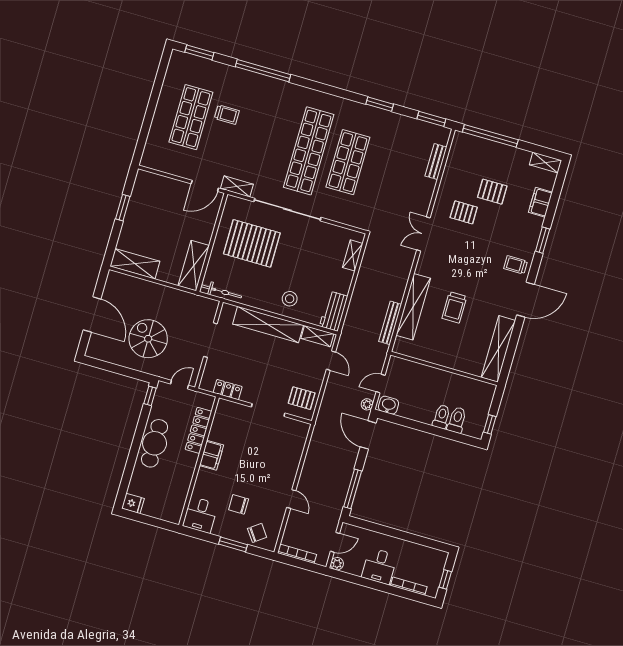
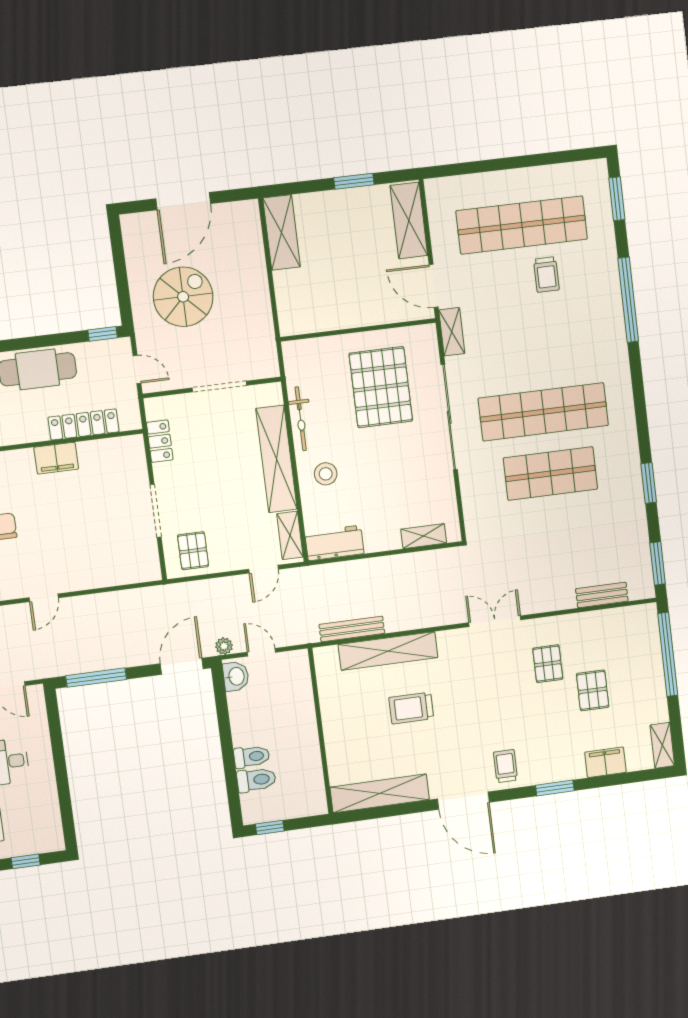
shop shelf: (191, 117) -> (522, 225), width x1.40
shelving: (194, 266) -> (409, 221), moved, turned 90
bicycle: (221, 291) -> (301, 419), moved

